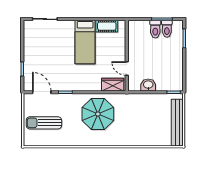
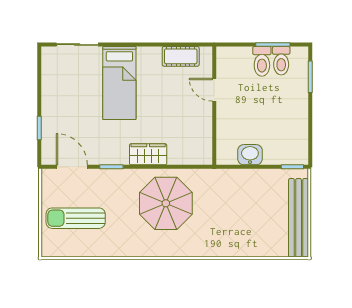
bed: (85, 42) -> (119, 83), moved
door: (127, 68) -> (214, 90), moved
wardrobe: (113, 85) -> (148, 154), moved

